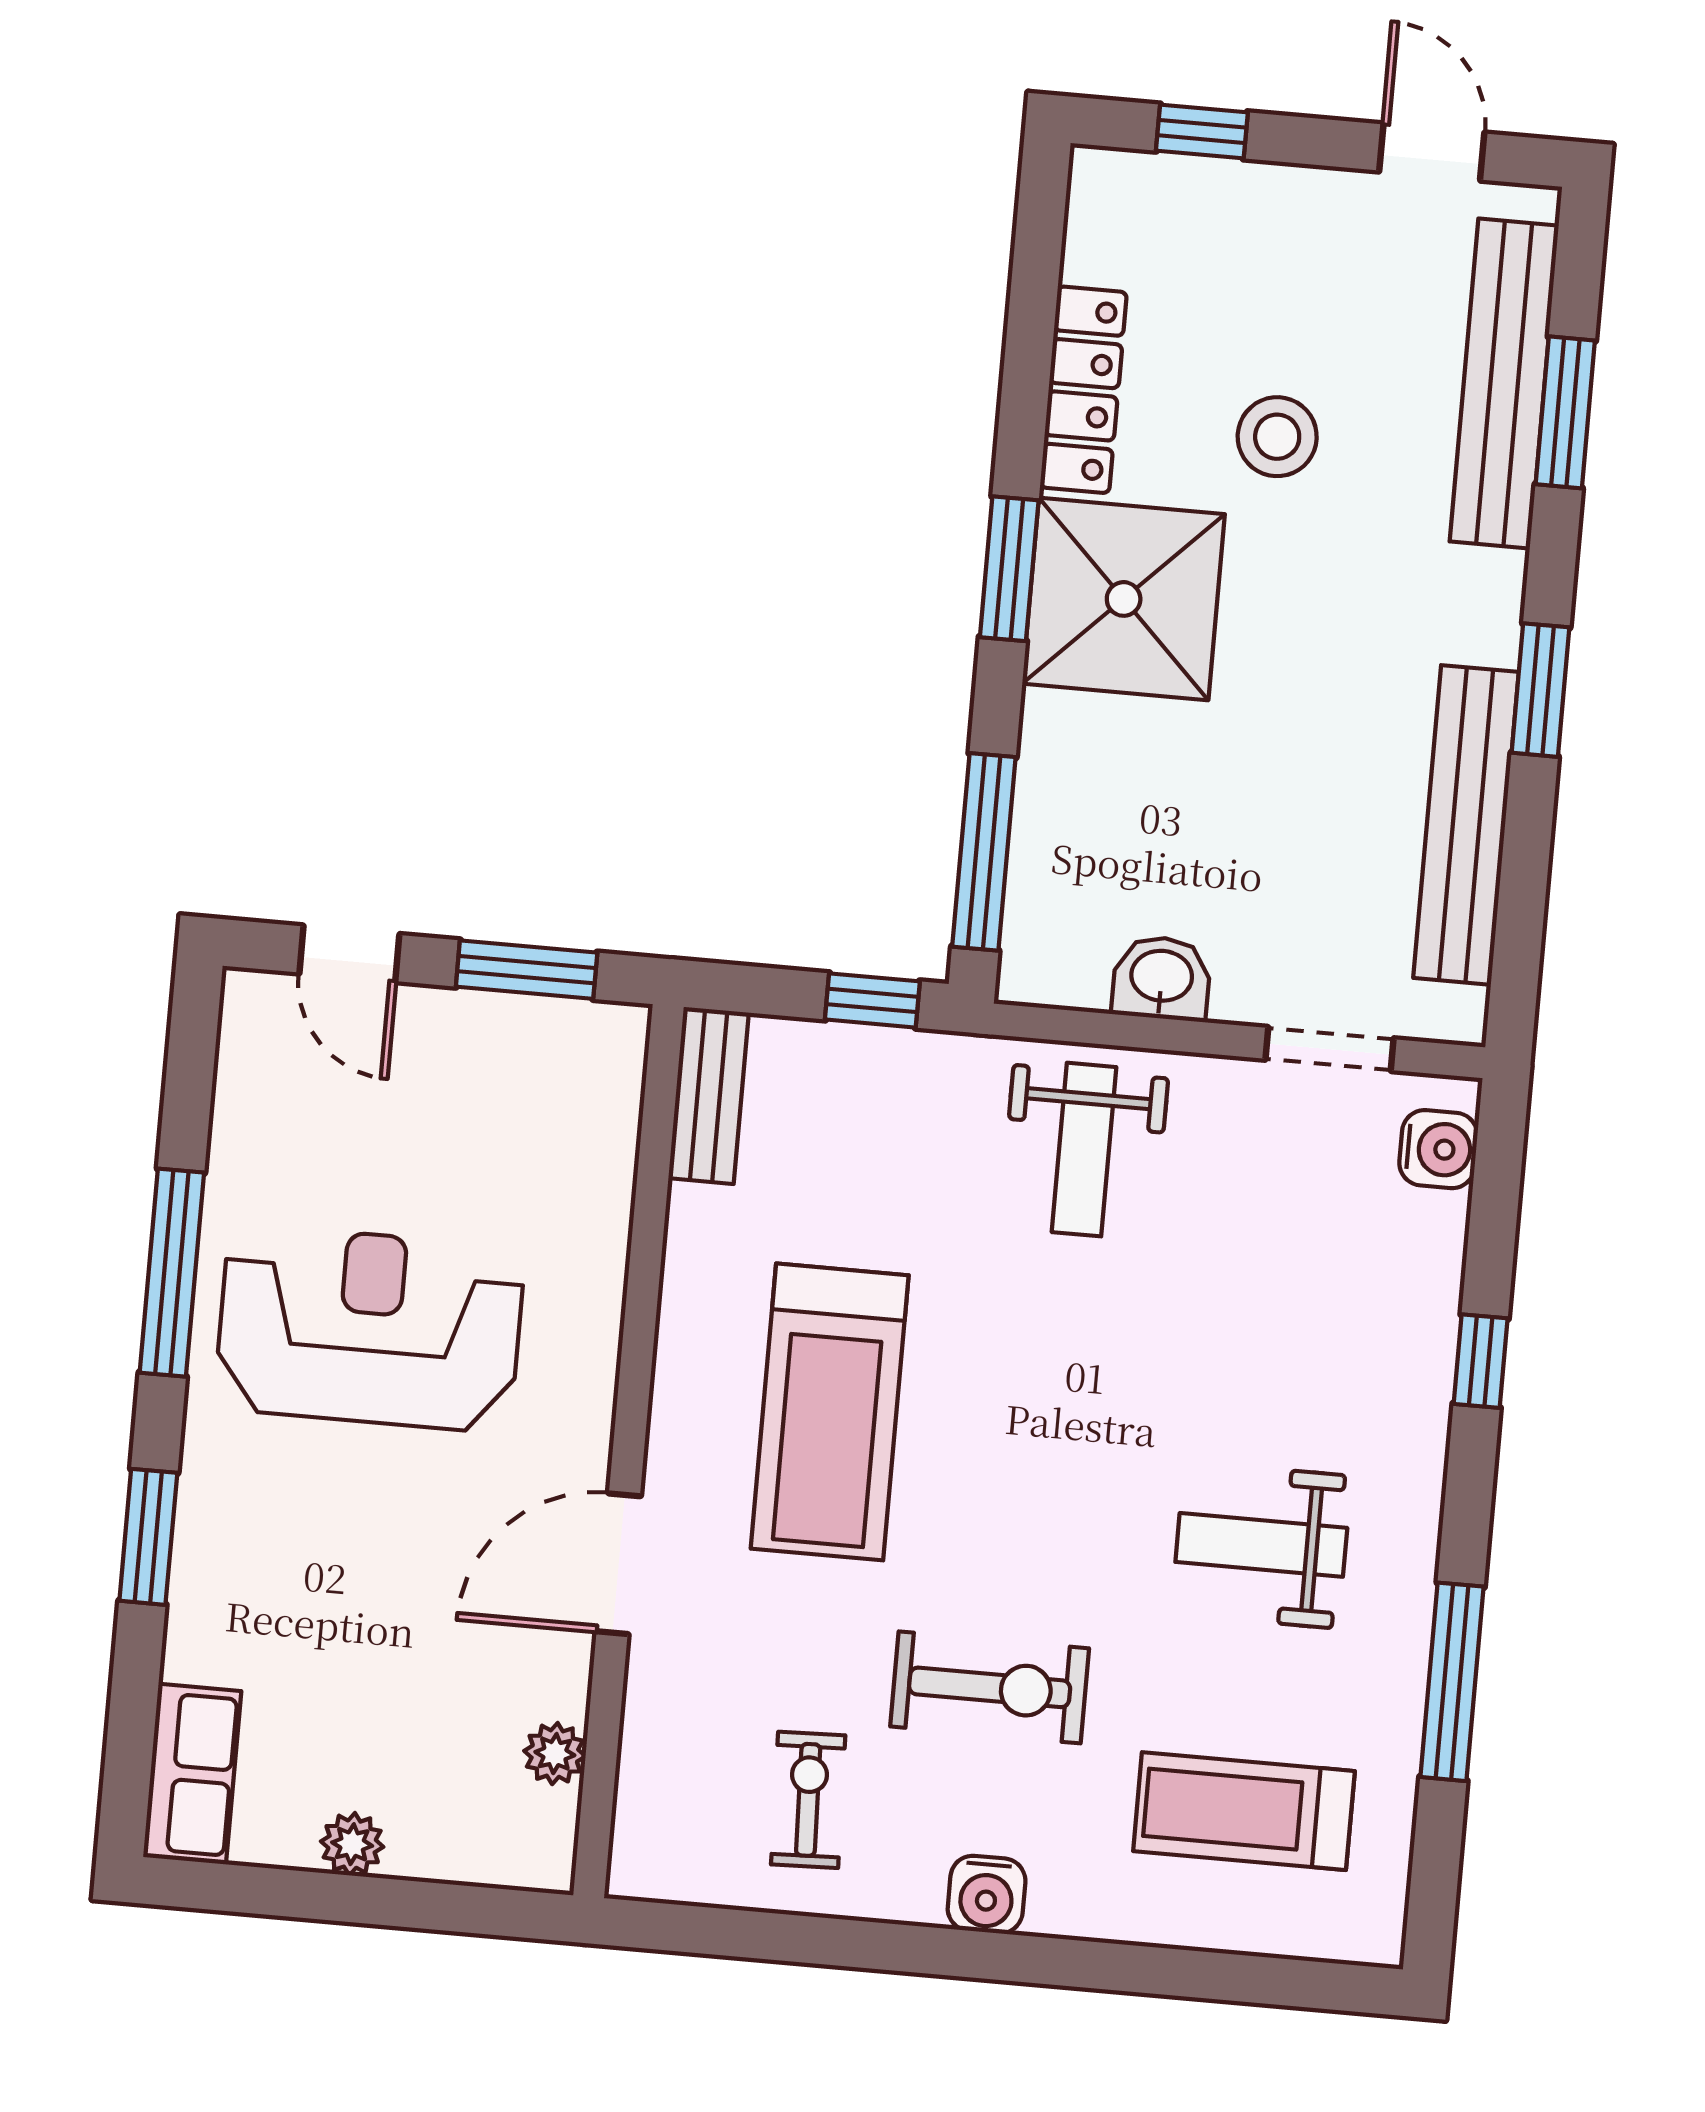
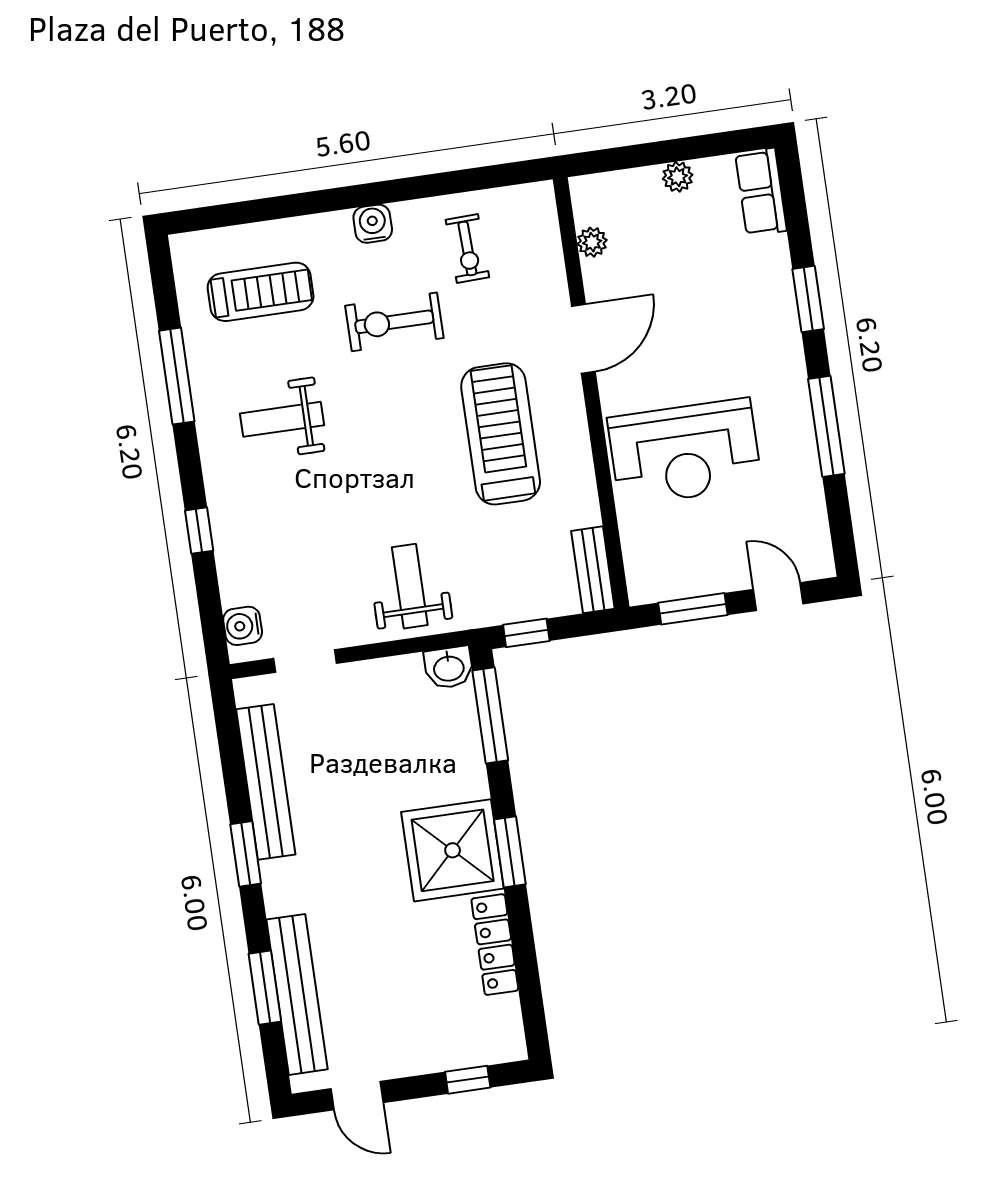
stool: (1277, 437) -> (398, 944), removed
washbasin: (1162, 978) -> (449, 667), moved
reception desk: (370, 1328) -> (685, 452), moved
weight bench: (1261, 1545) -> (282, 419), turned 180

